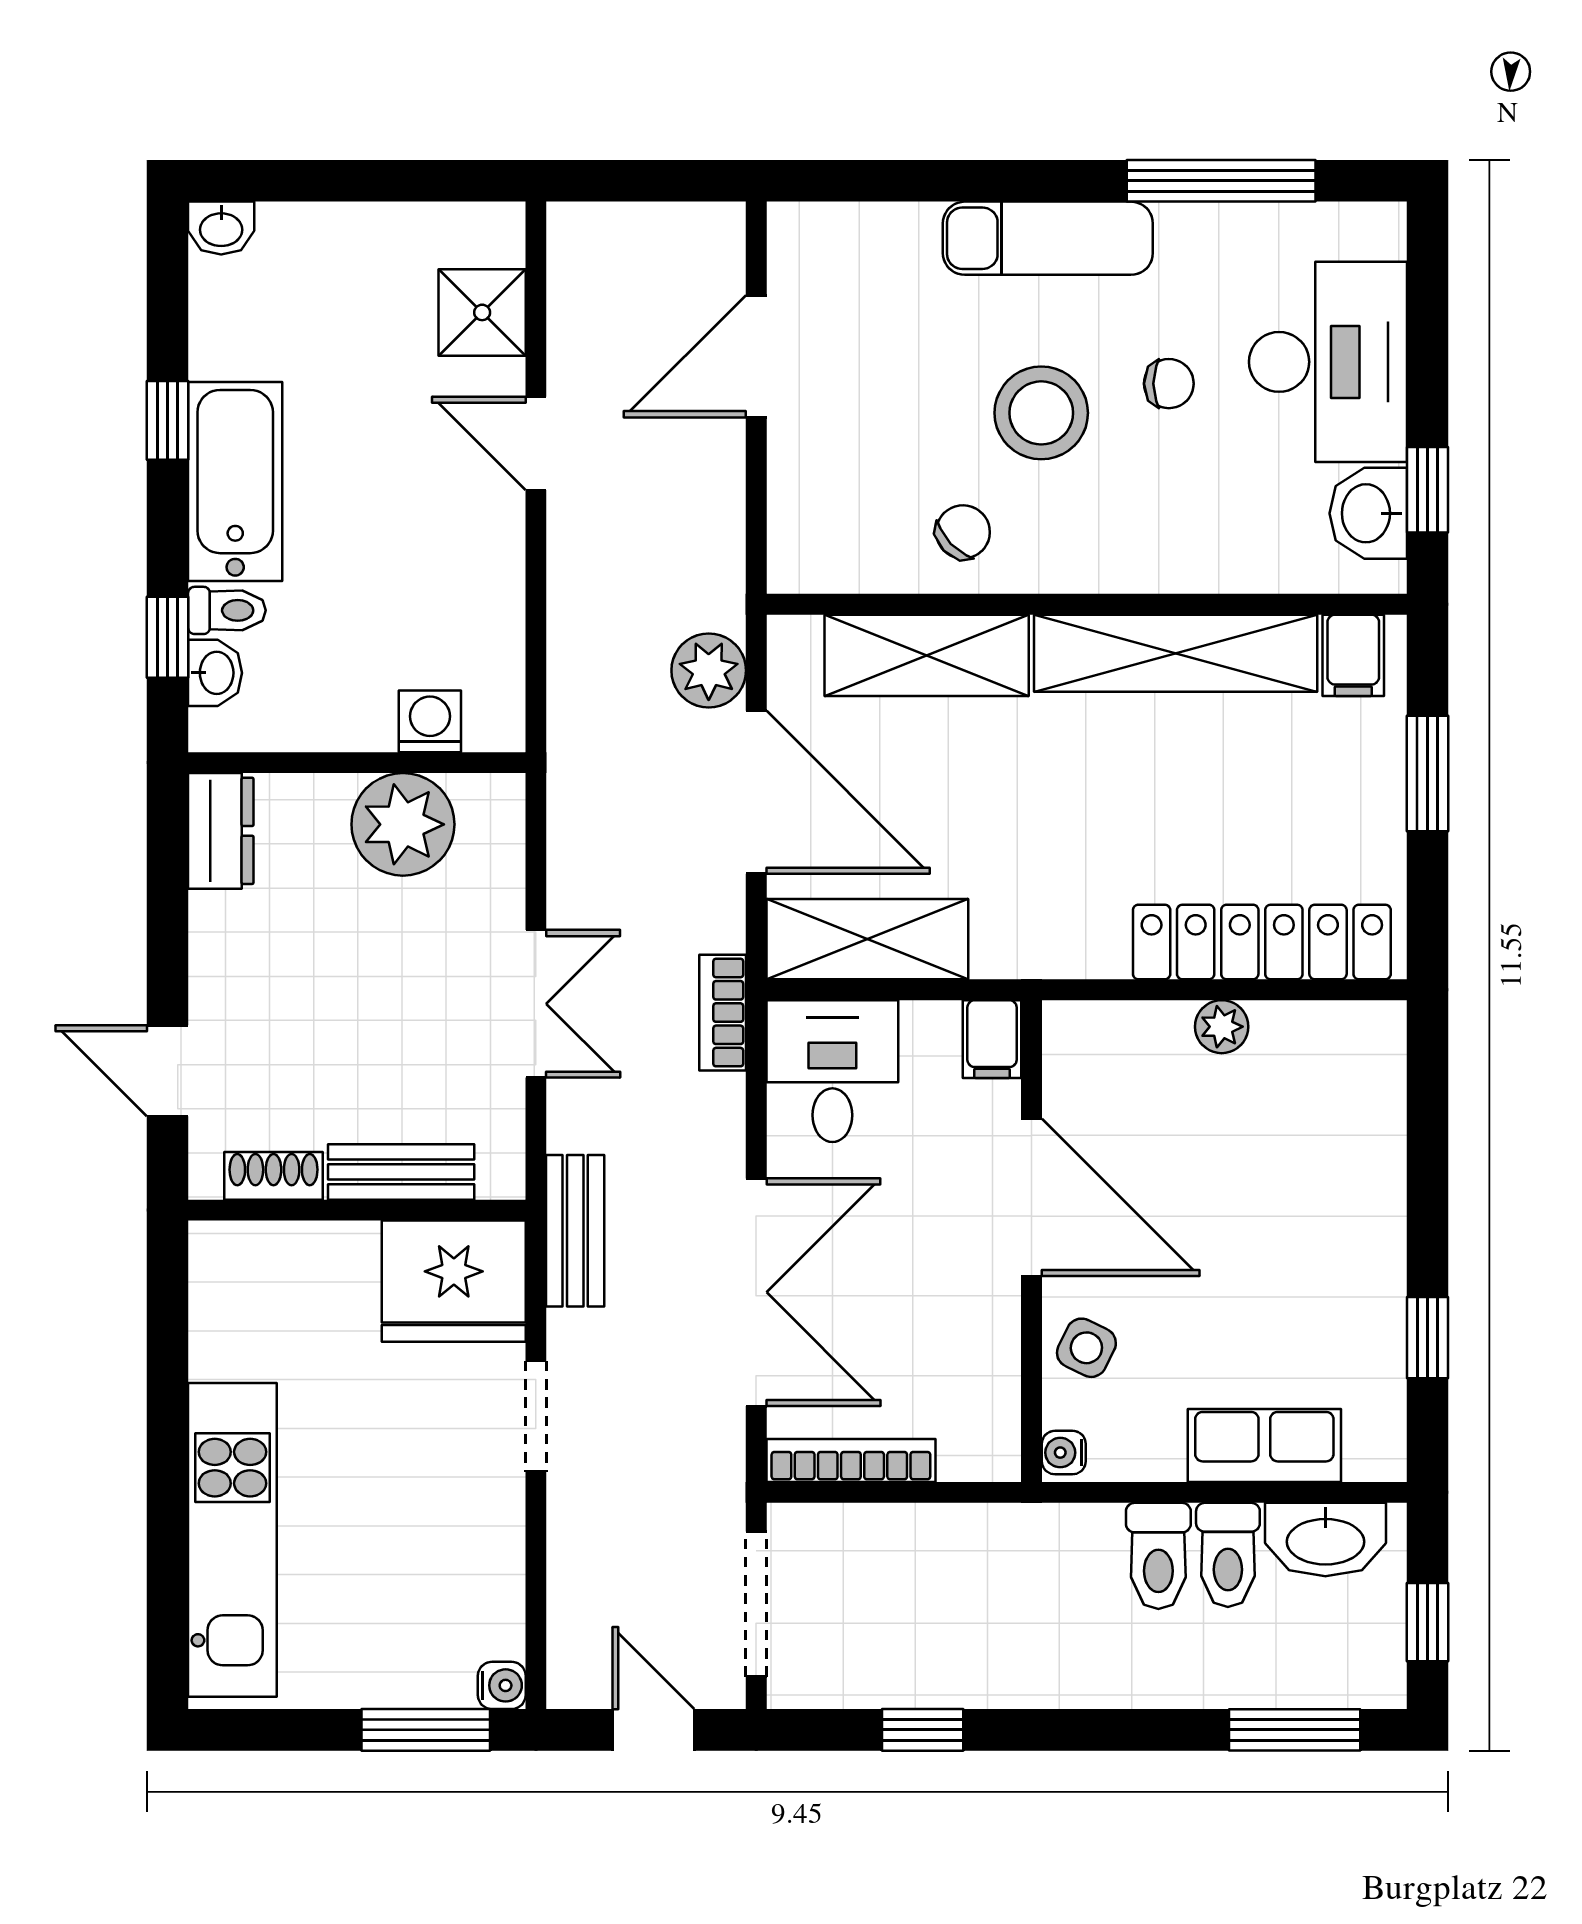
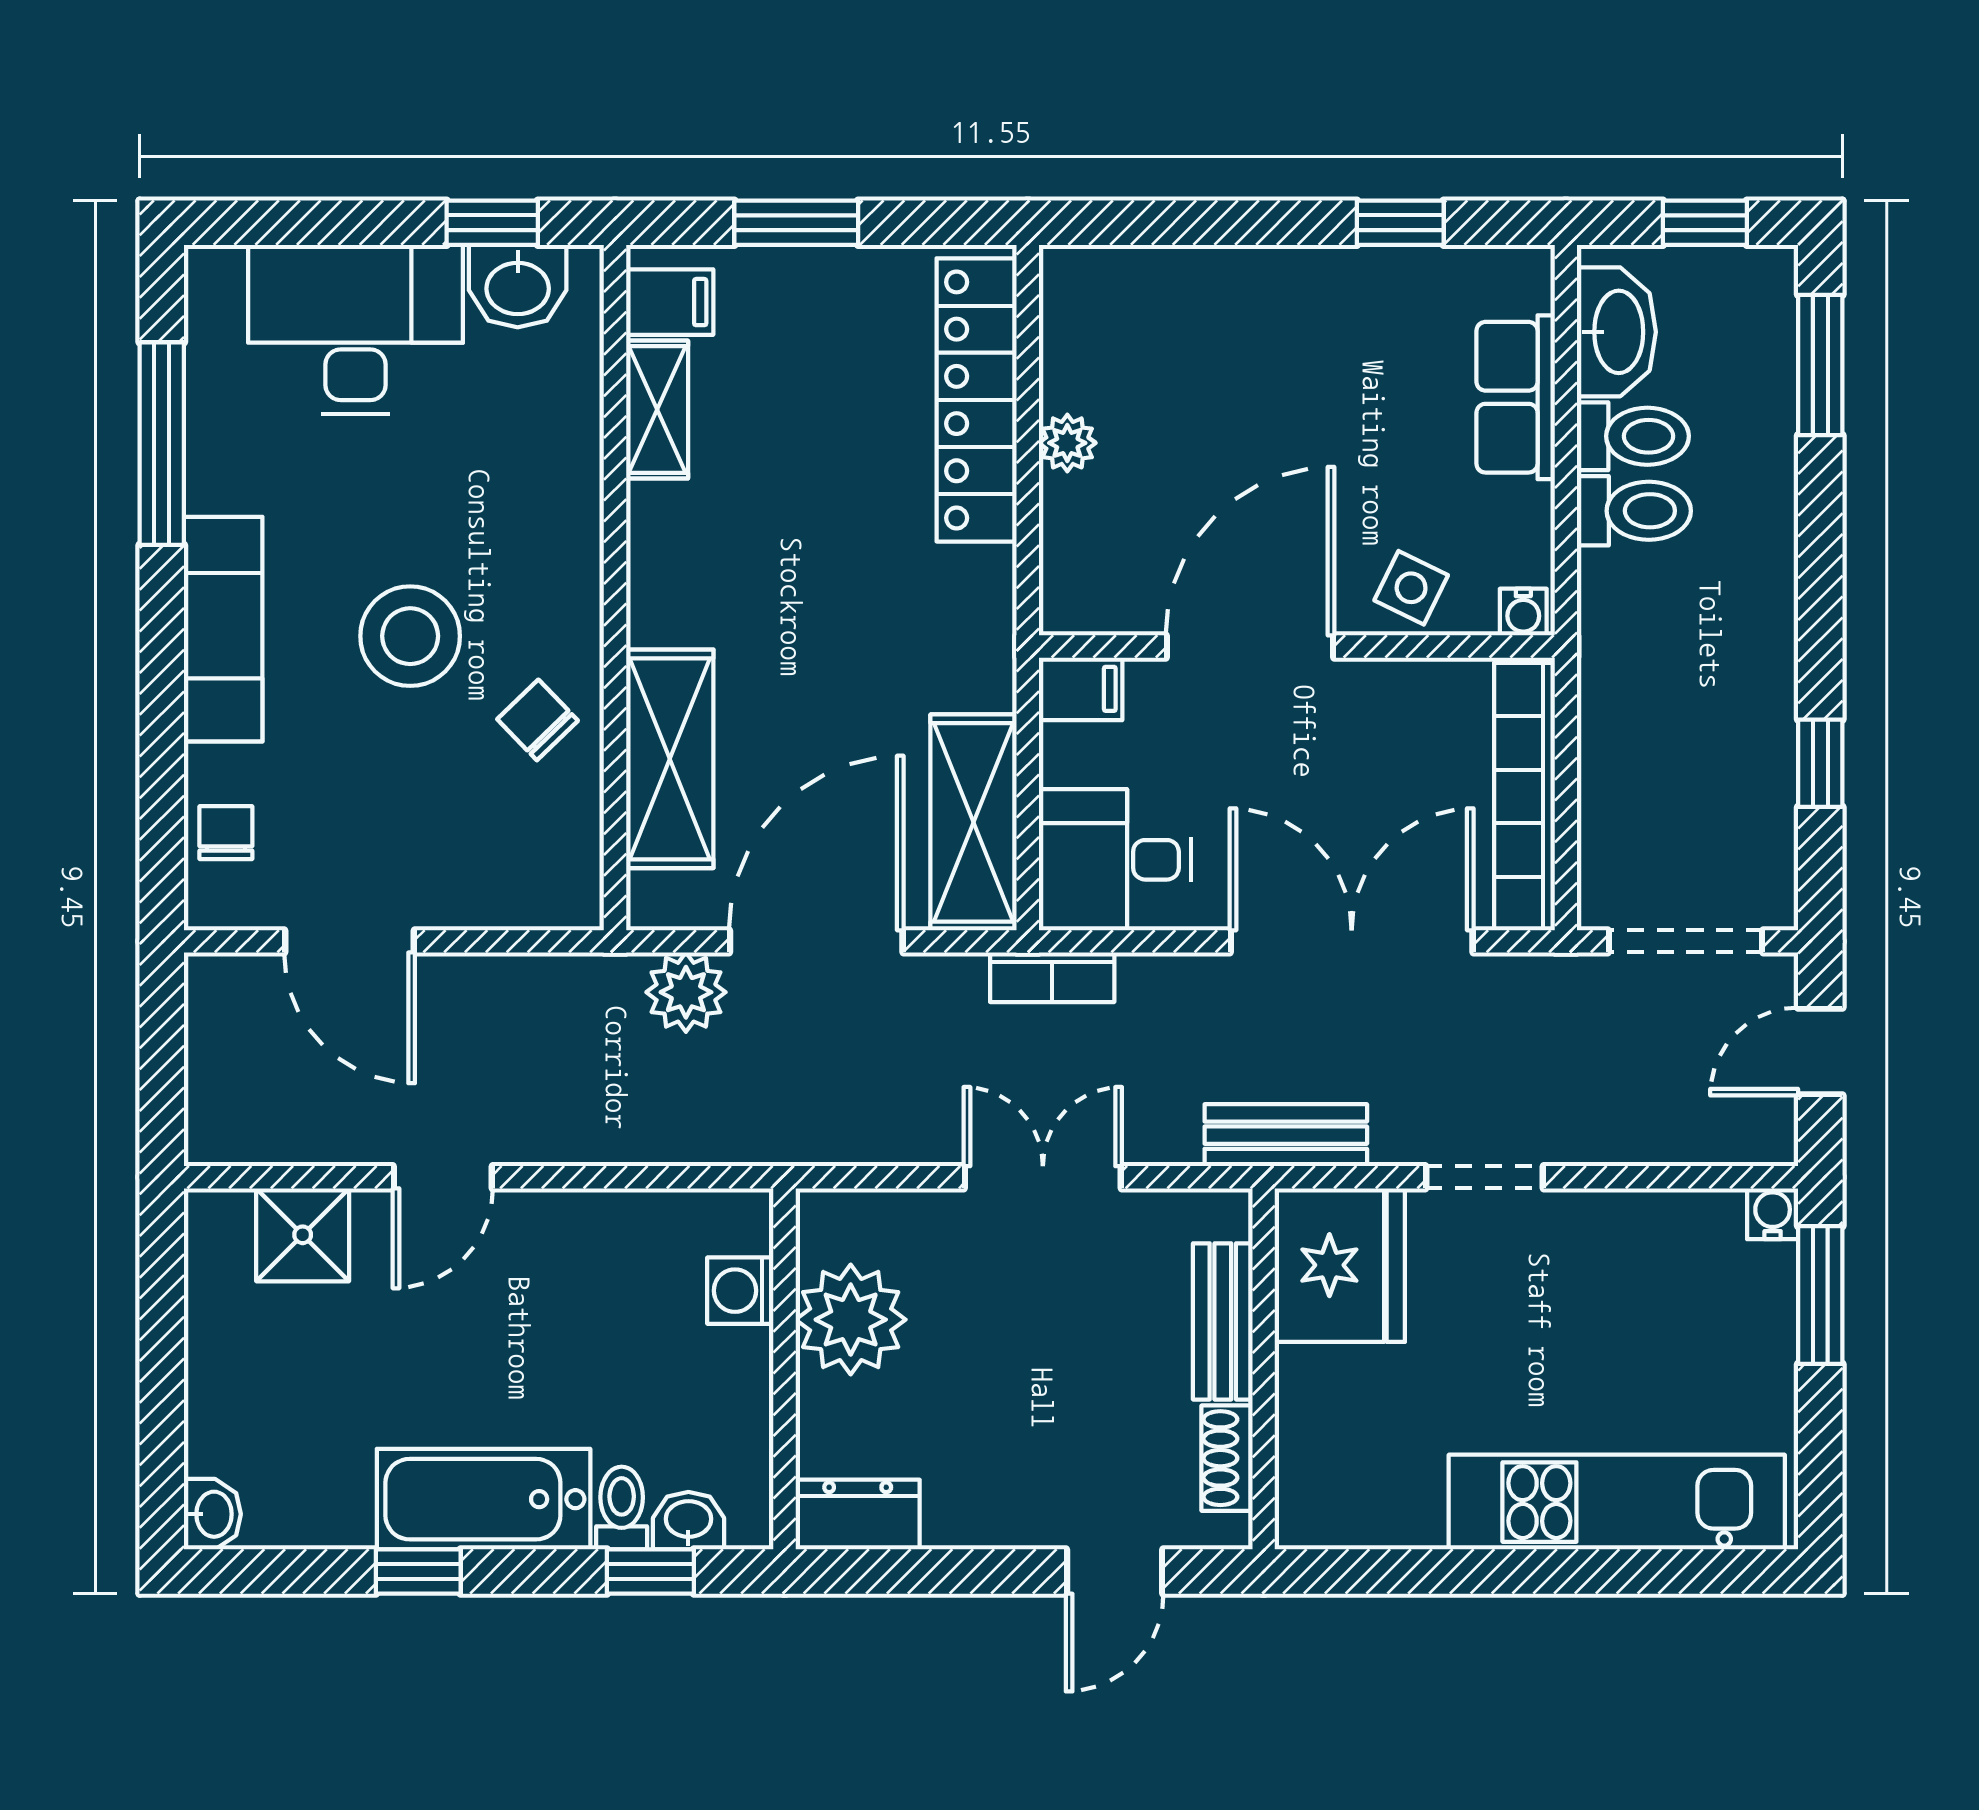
chair: (1169, 384) -> (226, 833), moved
shelving: (1176, 653) -> (657, 410), width x0.45, depth x0.75
bookcase: (851, 1460) -> (1524, 797), width x1.48, depth x1.31

